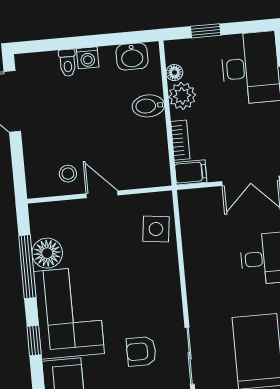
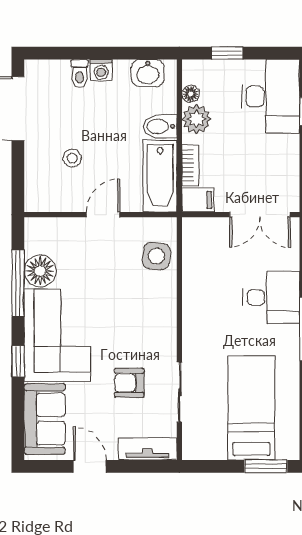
bathtub: (153, 153) -> (160, 176), added
stool: (68, 174) -> (72, 158), moved
door: (102, 194) -> (103, 215), hinge flipped

